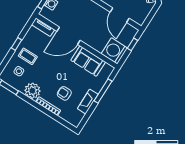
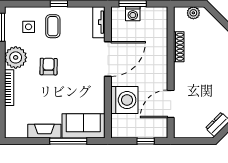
door: (69, 36) -> (108, 59), swing flipped
washing machine: (114, 51) -> (124, 100), moved, turned 90
sofa: (88, 61) -> (83, 126), moved, turned 90
armchair: (64, 93) -> (49, 67), moved

